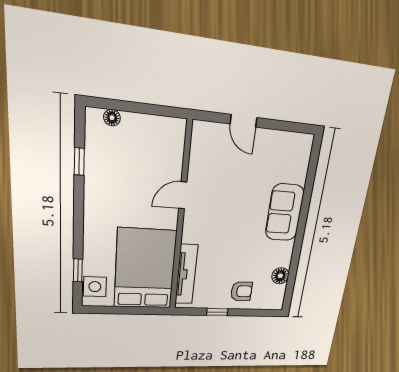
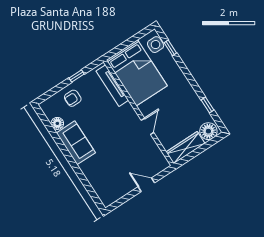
floor lamp: (112, 118) -> (208, 131), width x1.89, depth x1.89
wardrobe: (154, 127) -> (185, 148), added
sofa: (285, 213) -> (76, 143), moved

